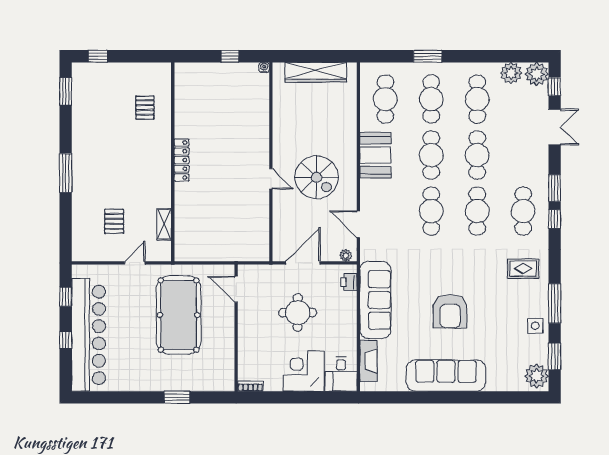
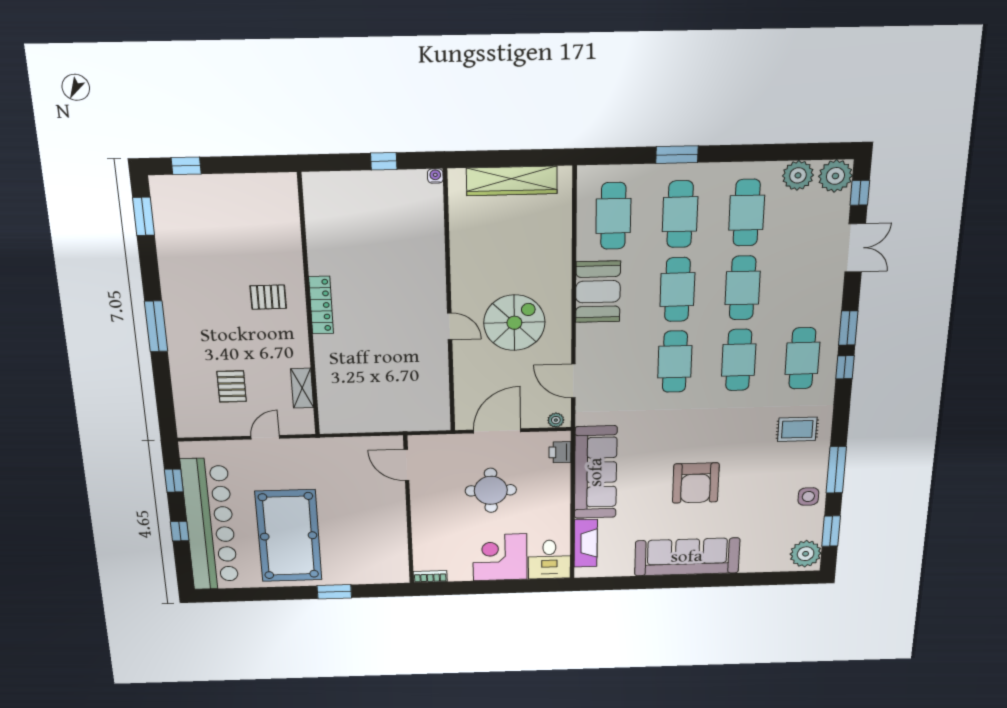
pallet: (145, 108) -> (268, 297), moved, turned 90
spiral stairs: (317, 177) -> (514, 323), turned -90
pool table: (179, 315) -> (289, 536), moved

